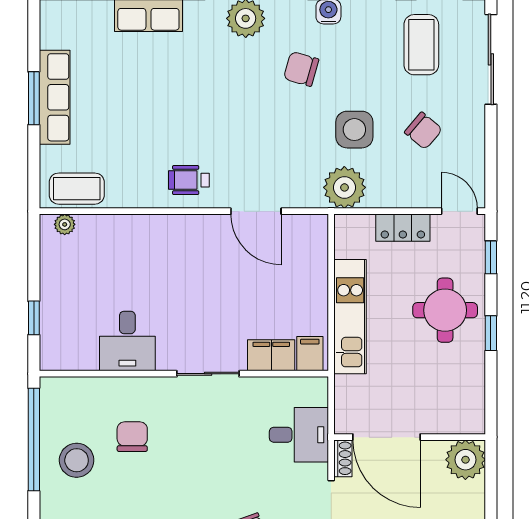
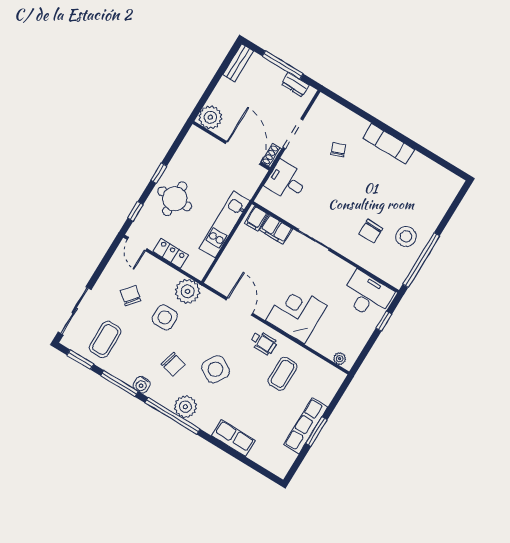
side table: (235, 99) -> (216, 369), added
coffee table: (77, 189) -> (282, 374), moved, turned 90
corner desk: (168, 252) -> (296, 313), added
desk: (127, 341) -> (367, 295), moved, width x1.37

